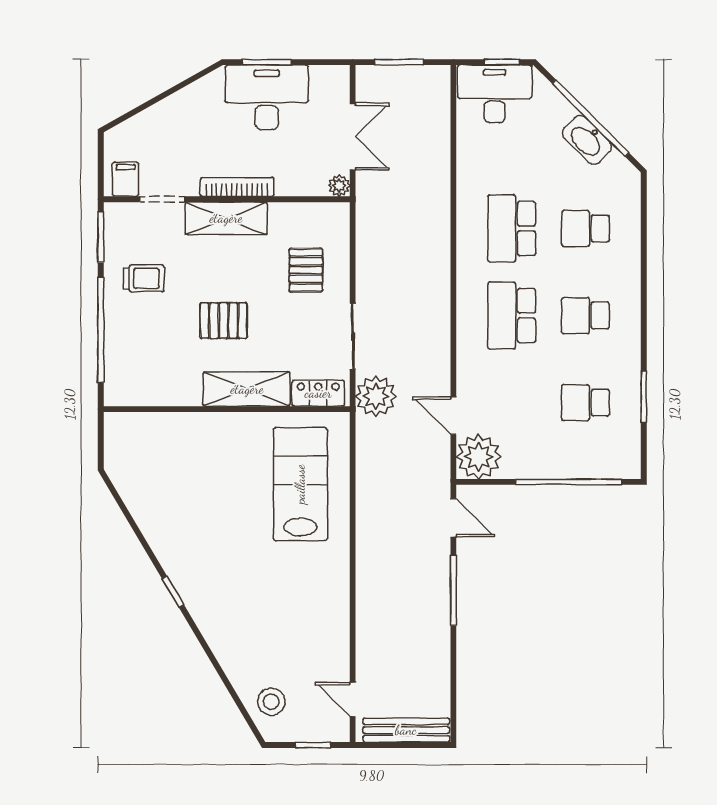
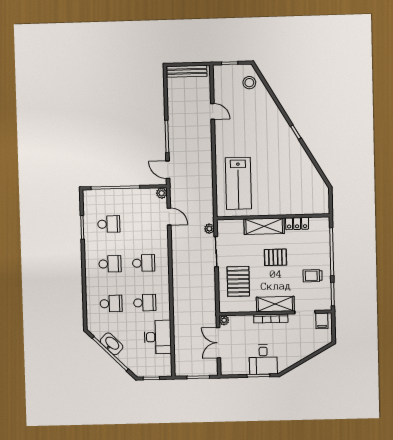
desk: (495, 94) -> (158, 337), moved, turned -90
desk: (267, 97) -> (263, 359), width x0.73
school desk: (512, 228) -> (145, 303), width x0.54
pallet: (306, 270) -> (238, 281), width x1.50, depth x1.42
school desk: (512, 316) -> (144, 263), width x0.54
locker: (318, 393) -> (297, 224), moved
plant: (376, 396) -> (209, 229), width x0.53, depth x0.53
plant: (479, 457) -> (162, 193), width x0.53, depth x0.53
door: (353, 700) -> (213, 111), moved

